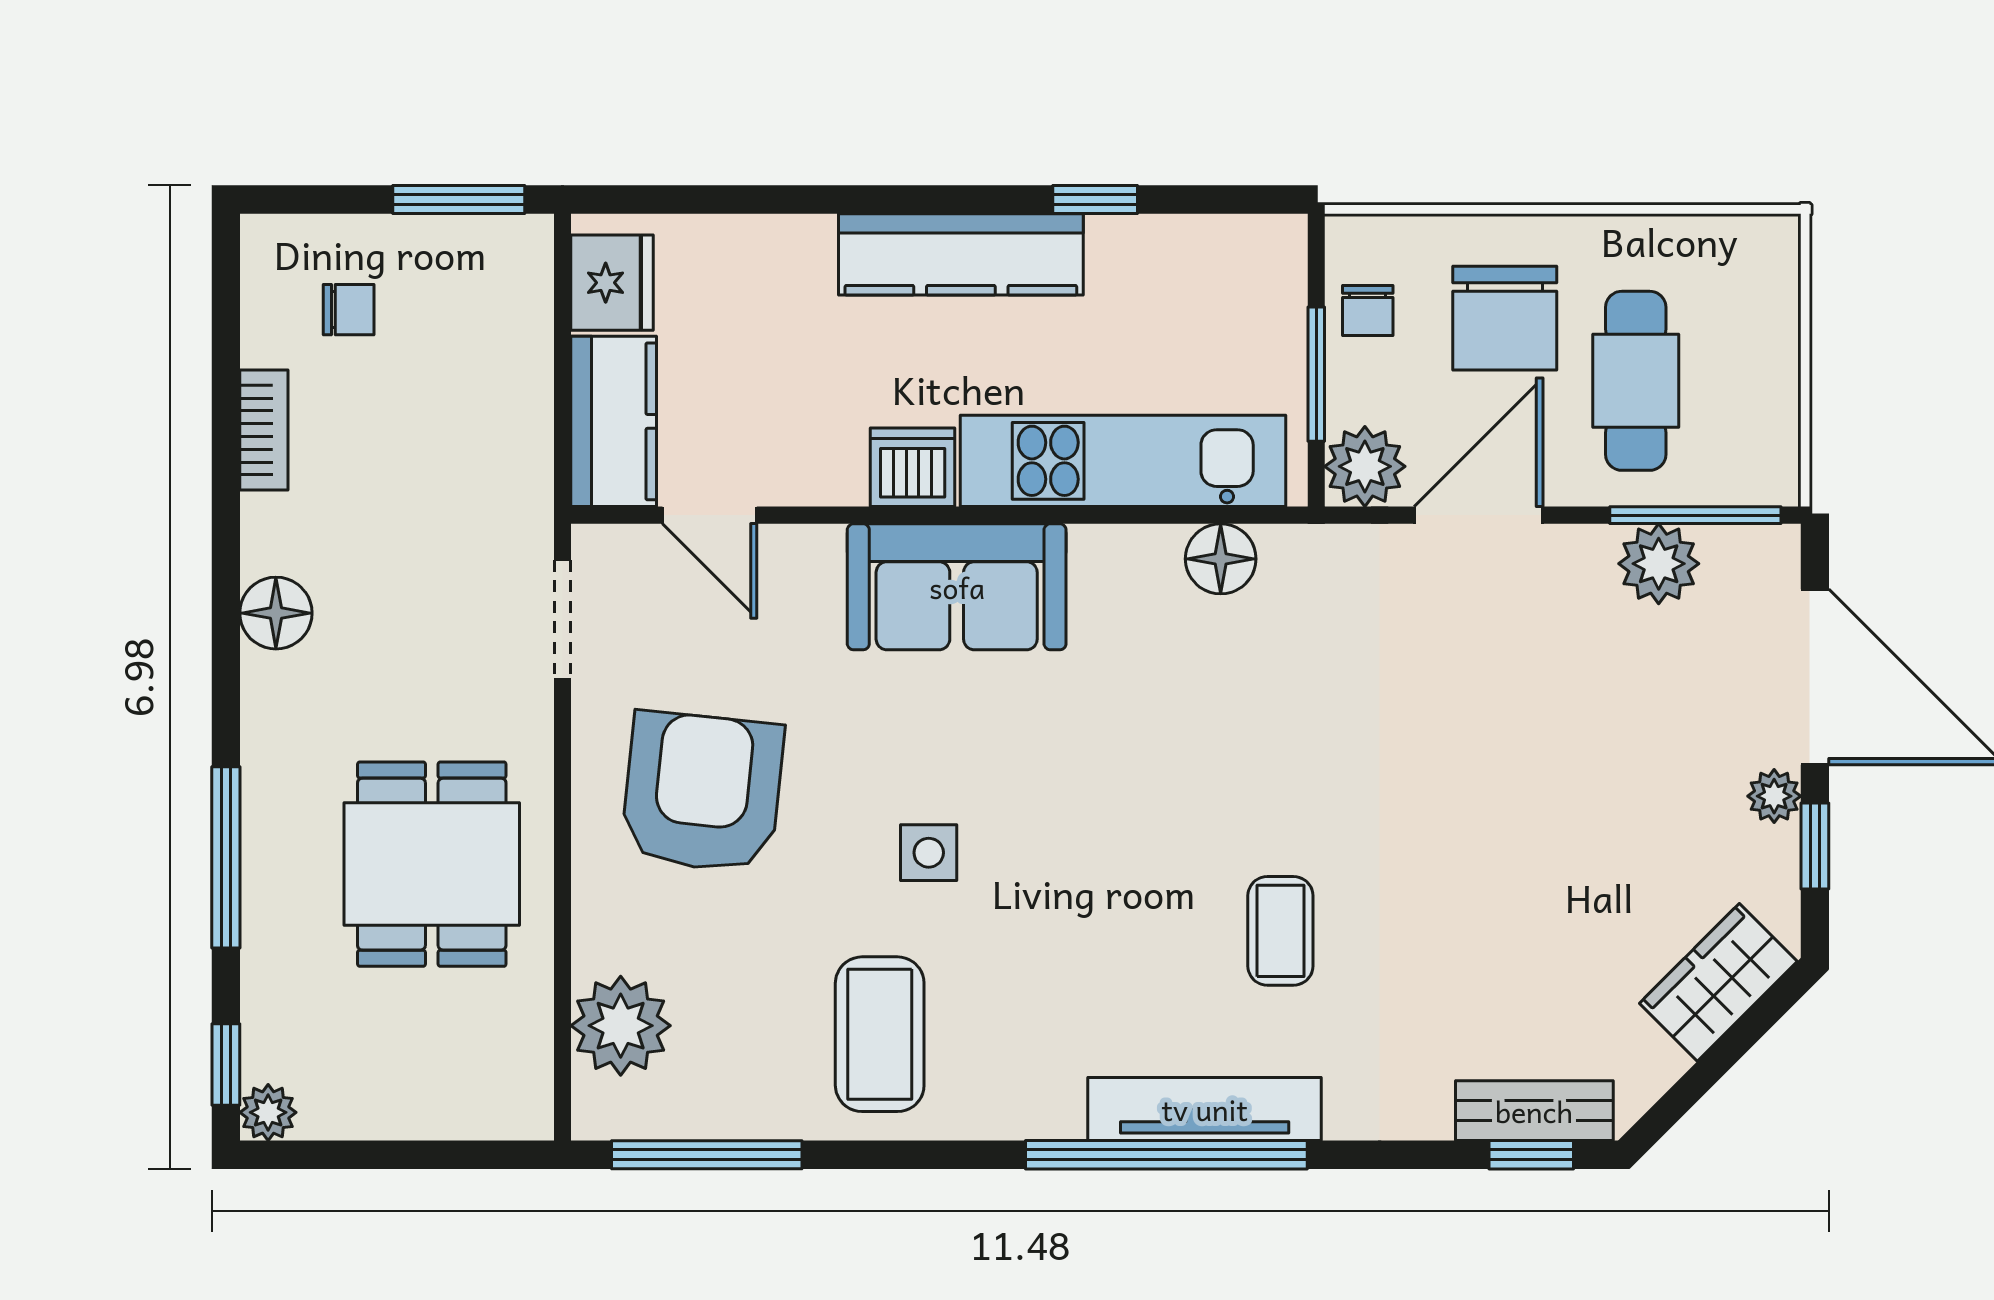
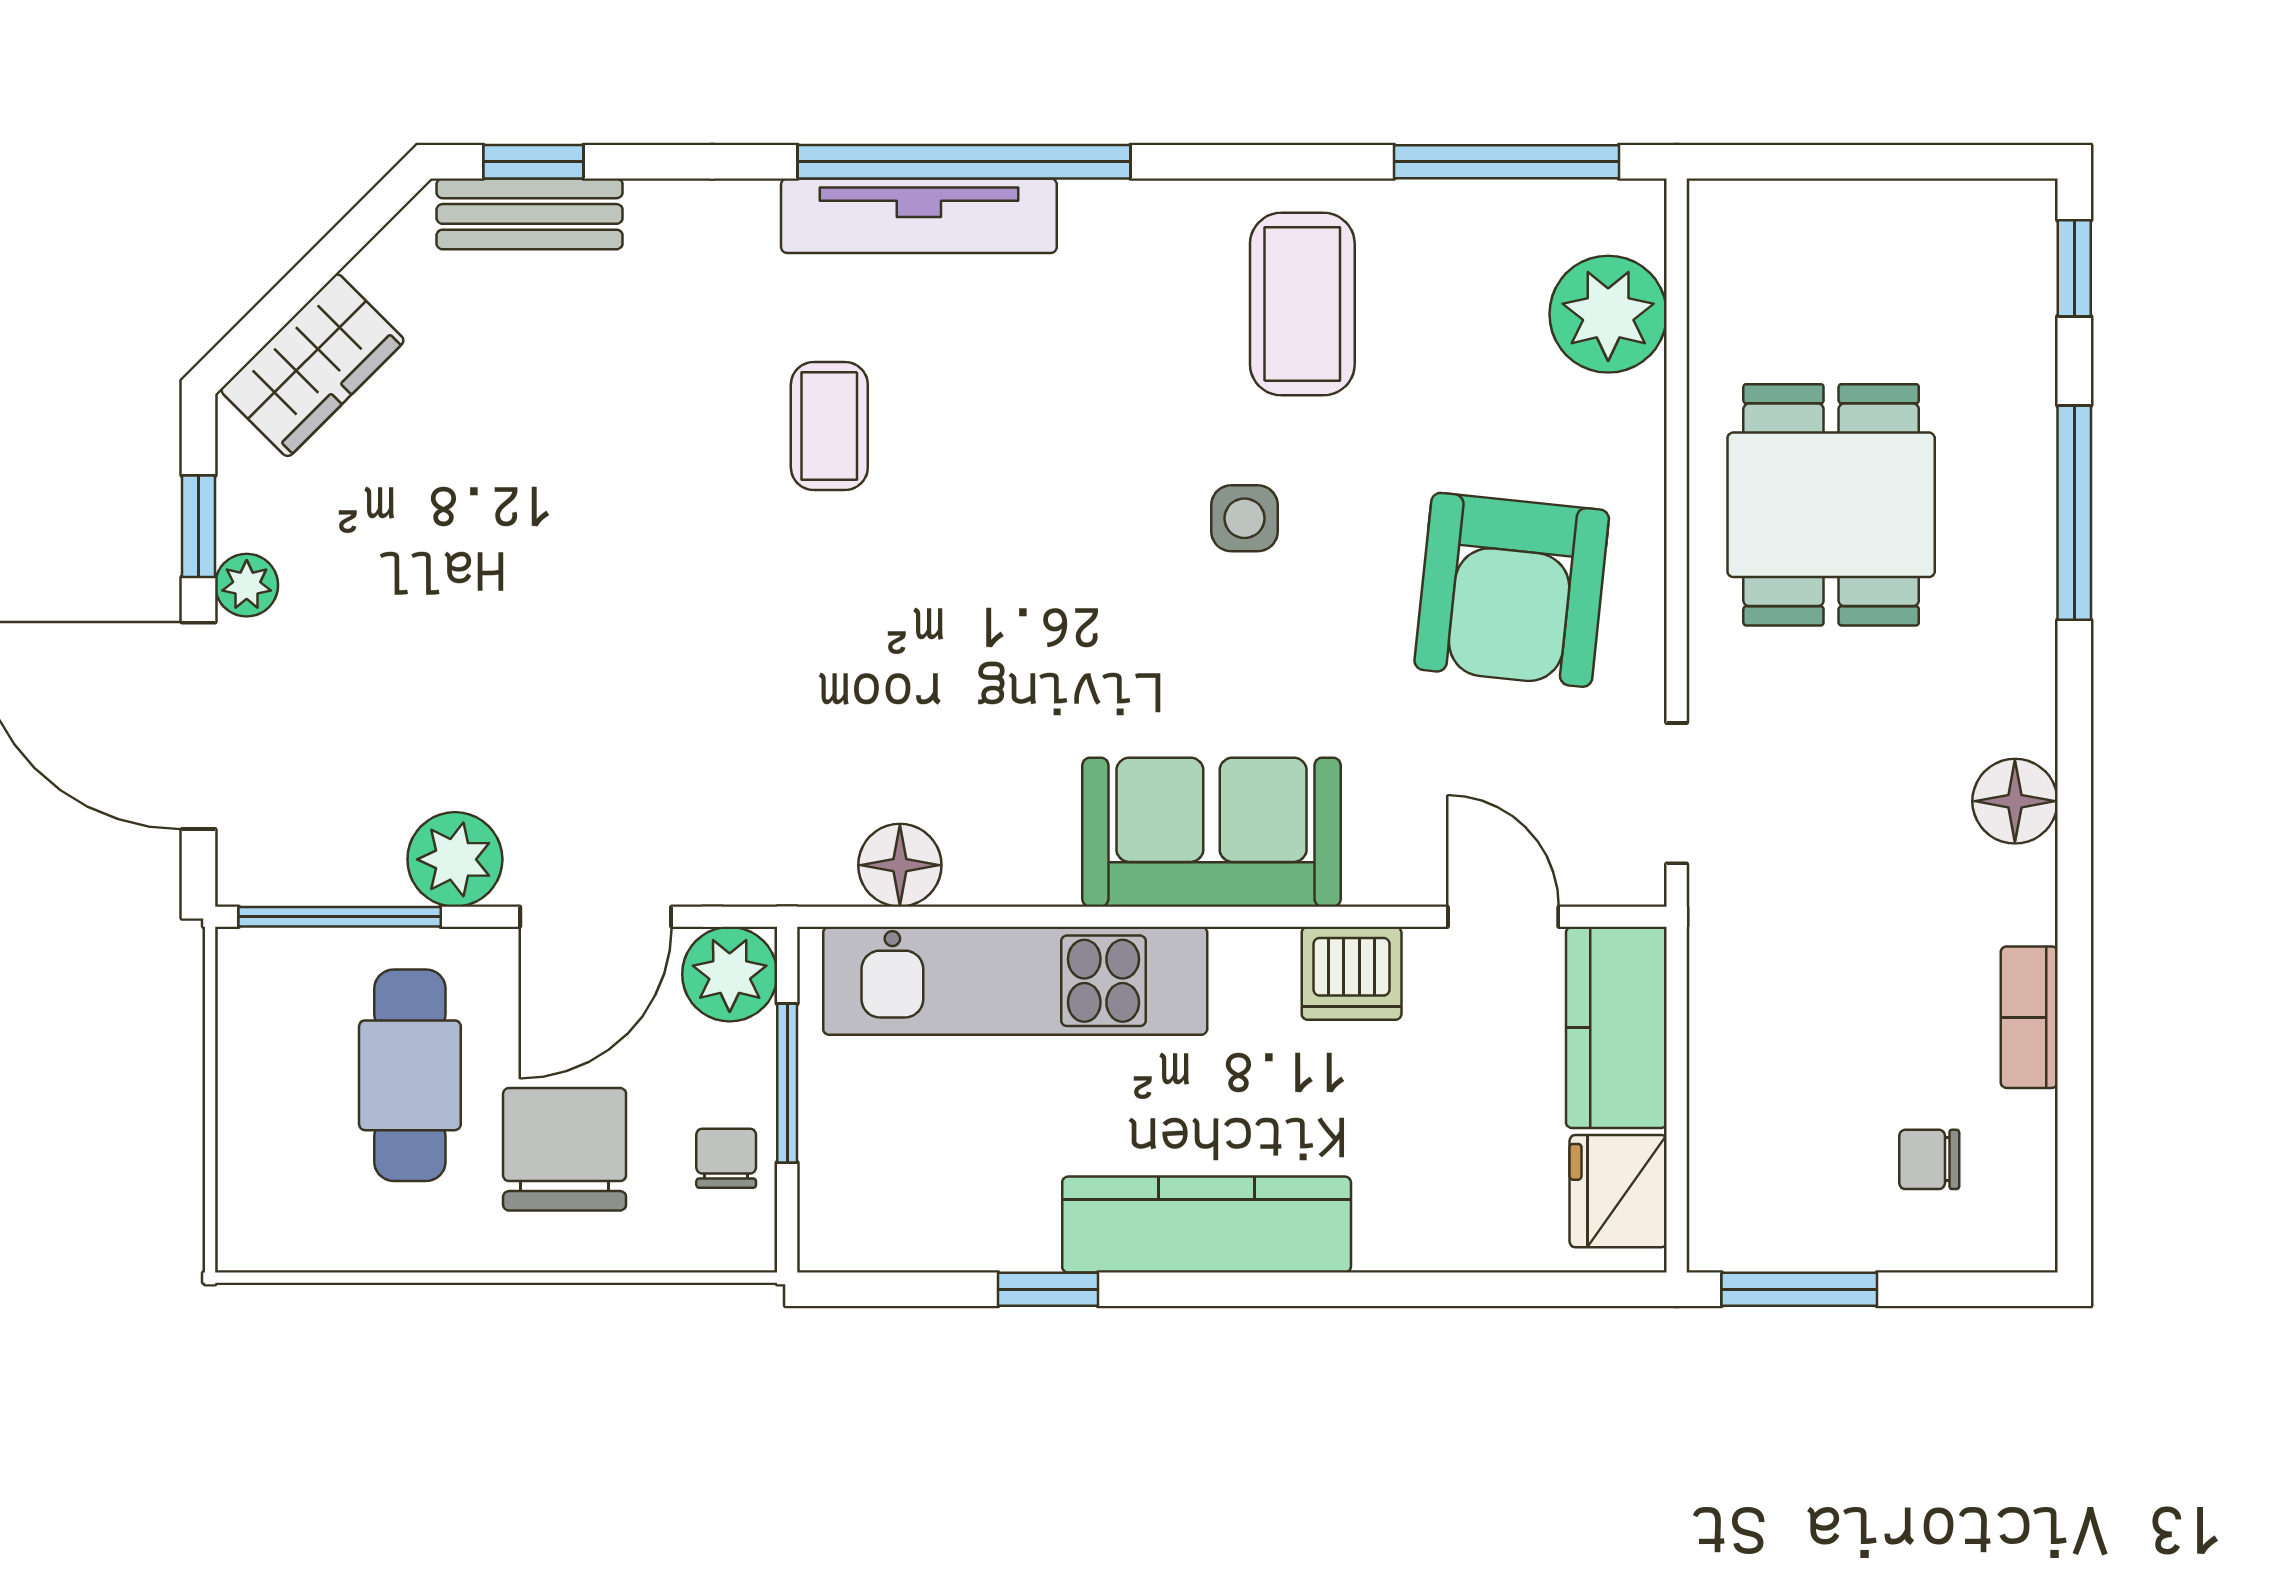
dishwasher: (913, 467) -> (1352, 973), moved
plant: (1659, 564) -> (455, 859), moved
plant: (268, 1112) -> (2024, 212), removed

